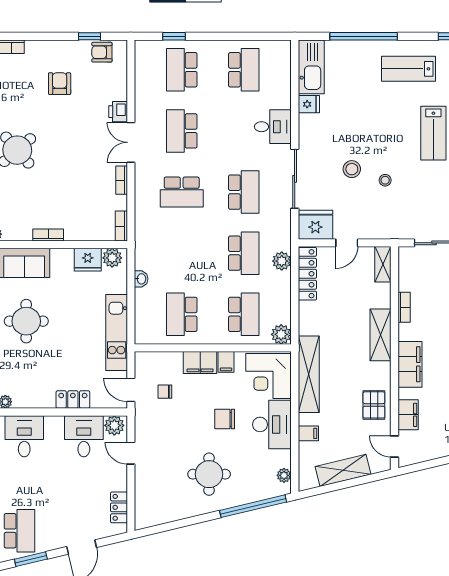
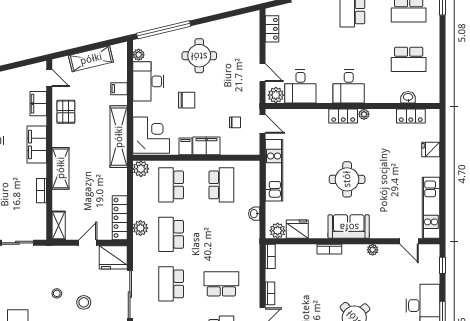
locker: (73, 400) -> (343, 116), moved
desk: (272, 424) -> (148, 81), moved

